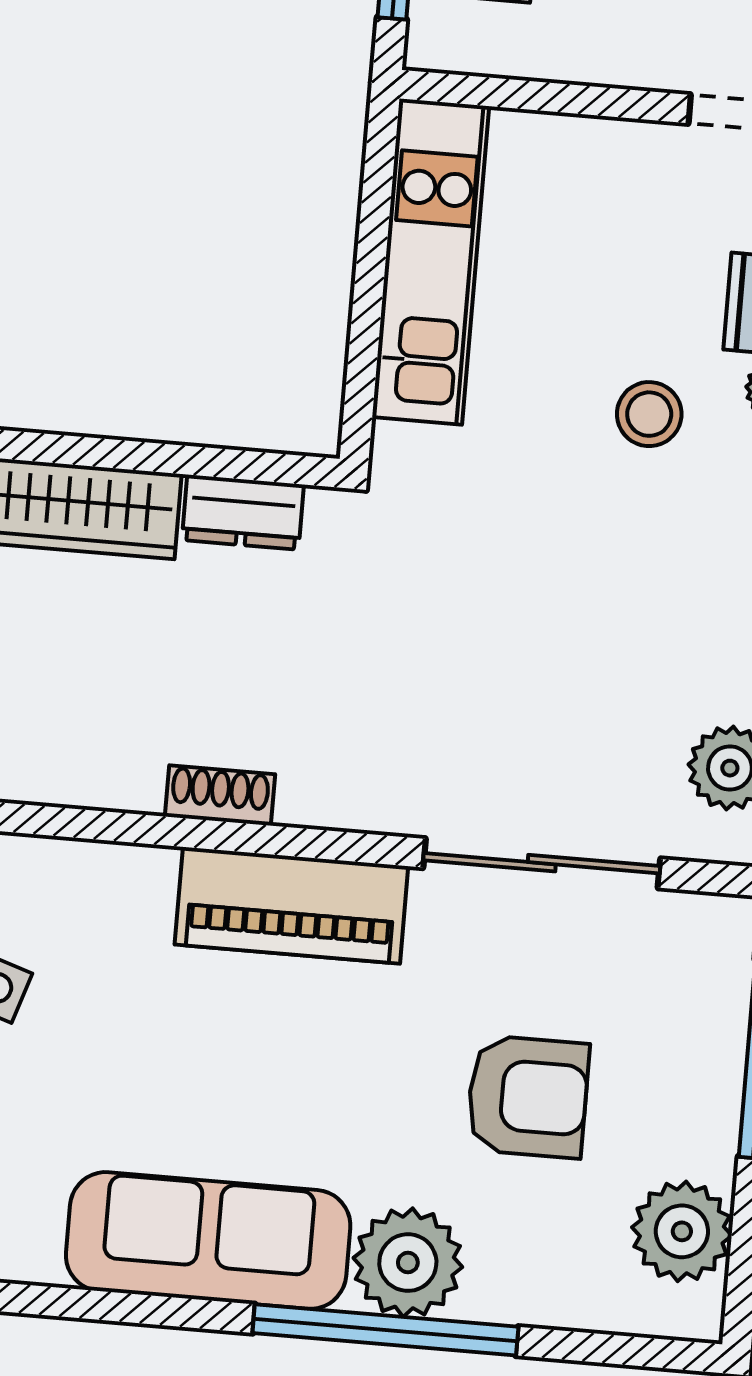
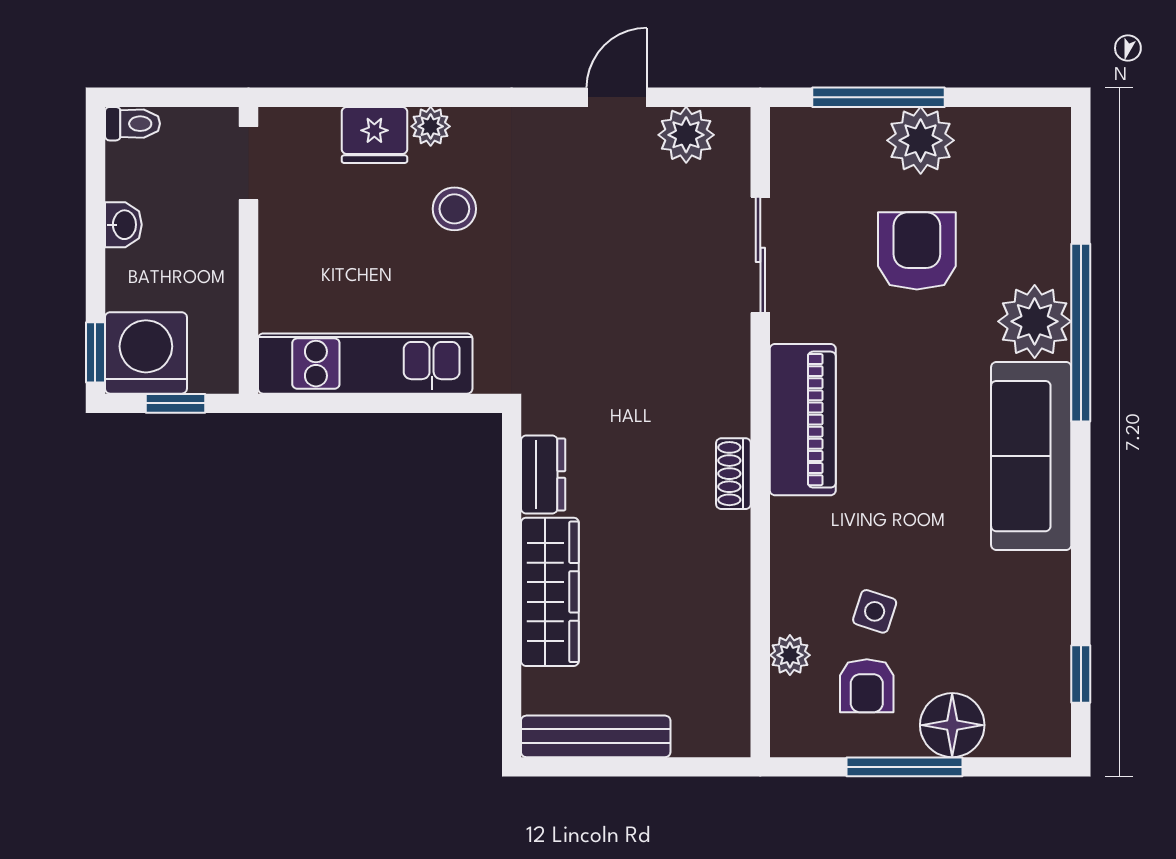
sliding door: (542, 863) -> (760, 255), width x0.73
plant: (682, 1231) -> (921, 140), moved

